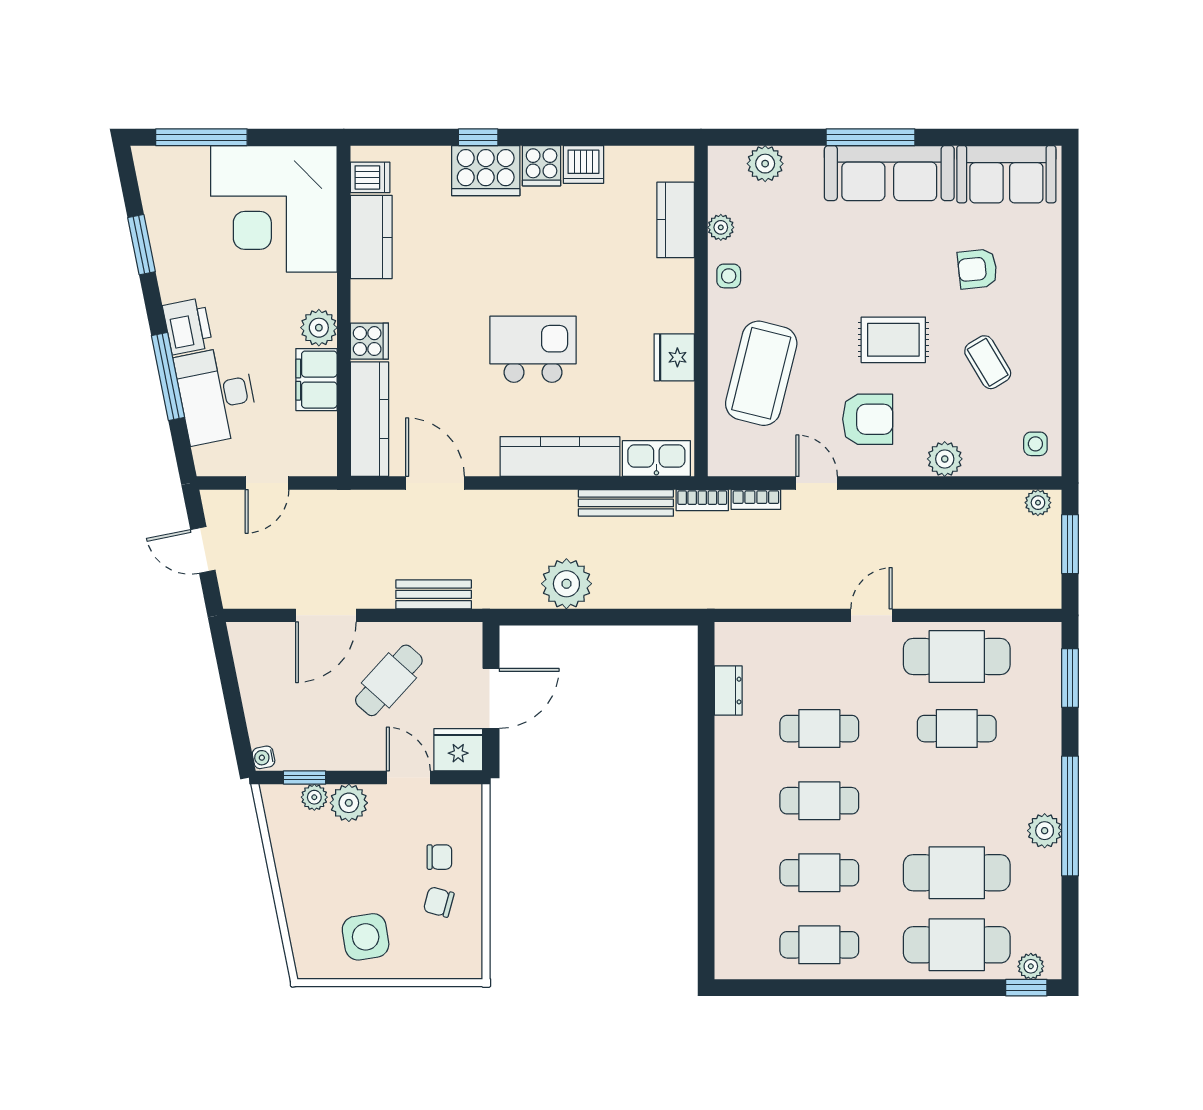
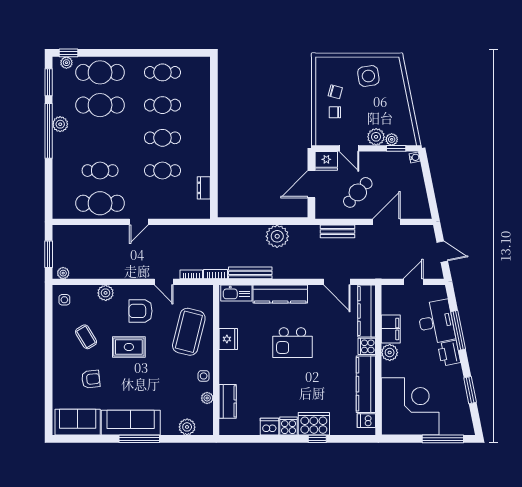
kitchen counter: (371, 237) -> (366, 384), width x1.50
window: (1070, 678) -> (49, 82), moved

